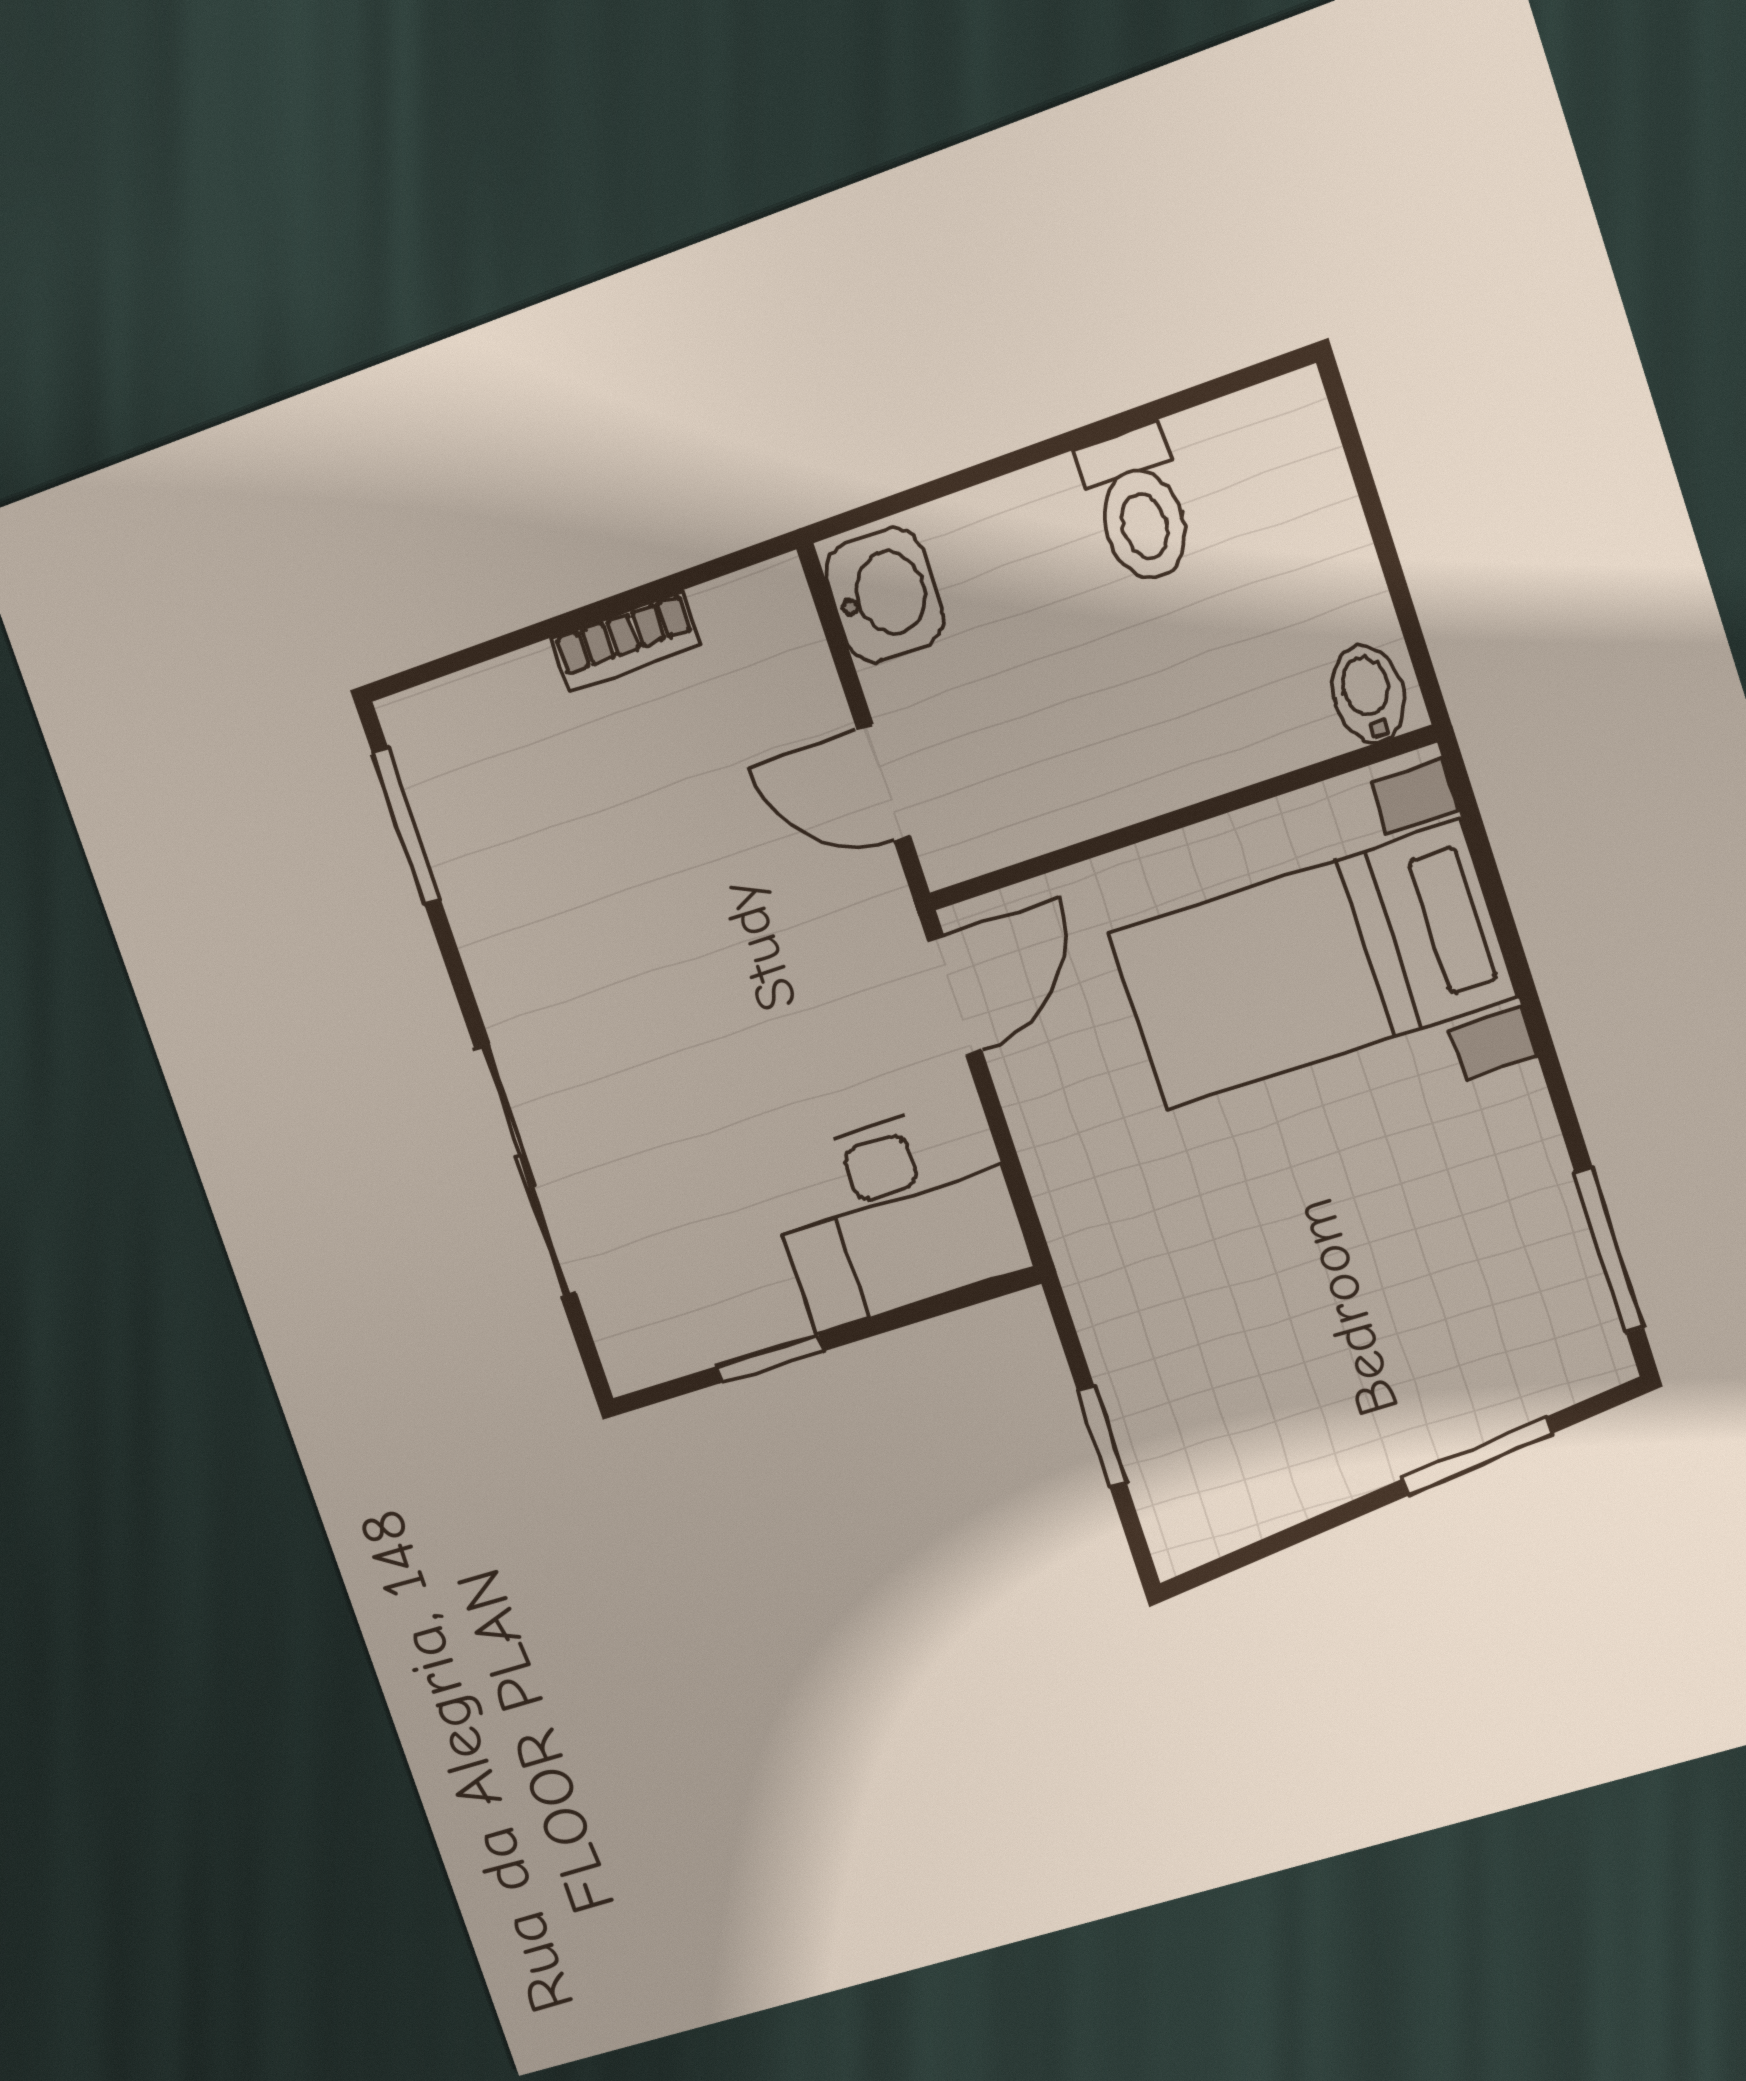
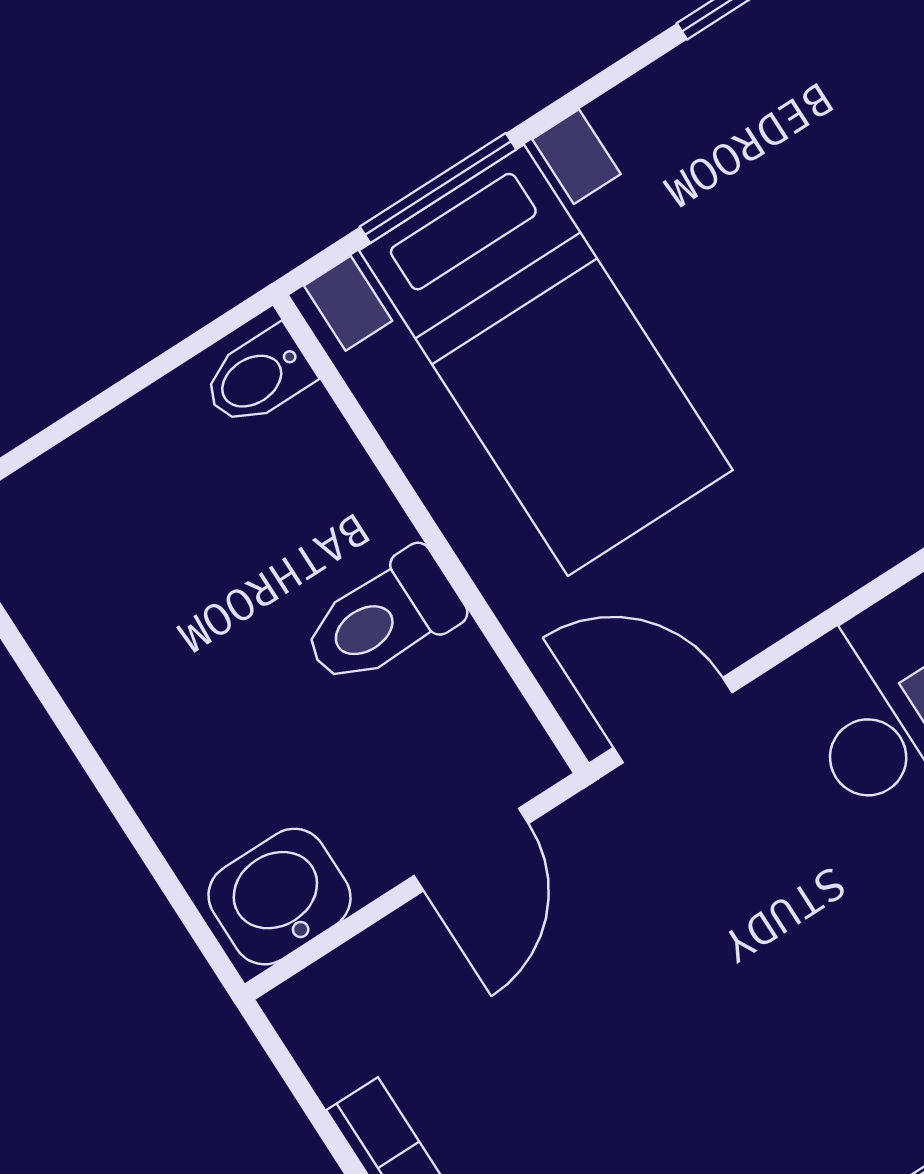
toilet: (1138, 506) -> (382, 619), moved, turned 180
window: (1500, 907) -> (438, 188), added

